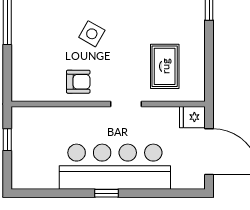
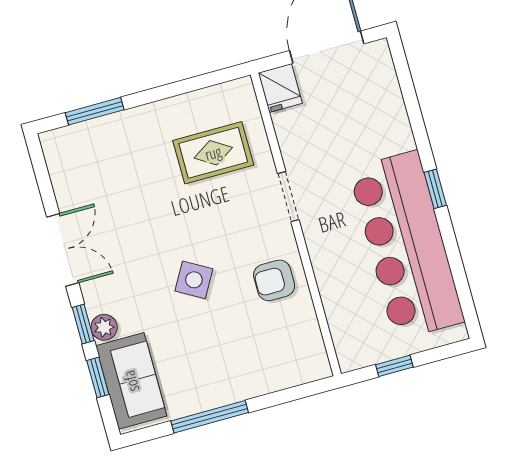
armchair: (78, 82) -> (274, 280), turned -90
bar counter: (115, 167) -> (406, 245), moved

